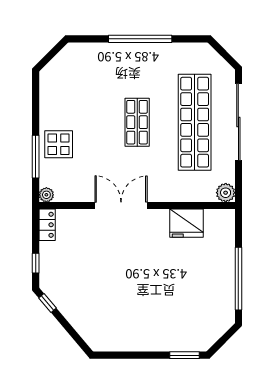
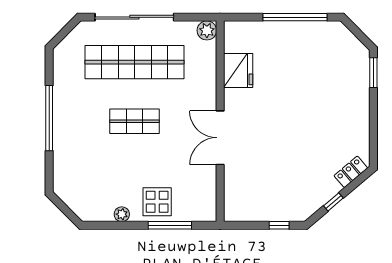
plant: (46, 195) -> (122, 214), moved
locker: (47, 225) -> (351, 172), moved, turned -40
window: (47, 303) -> (333, 202), moved

